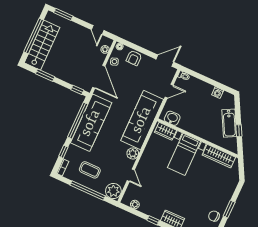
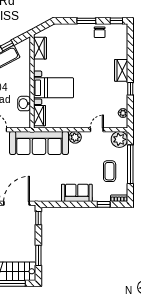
washbasin: (172, 118) -> (24, 104), moved
window: (78, 121) -> (68, 204), removed
sofa: (91, 123) -> (77, 193), width x0.54, depth x0.79
wardrobe: (219, 156) -> (40, 48), width x0.67

